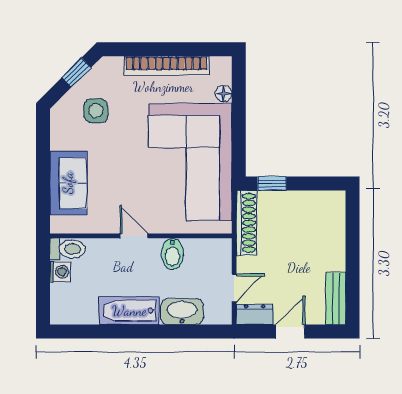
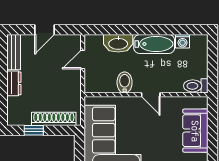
window: (272, 184) -> (34, 130), moved
shoe rack: (246, 223) -> (54, 119), moved, turned 90
washing machine: (60, 272) -> (183, 41), moved, turned -90
dresser: (255, 314) -> (14, 83), moved, turned -90

